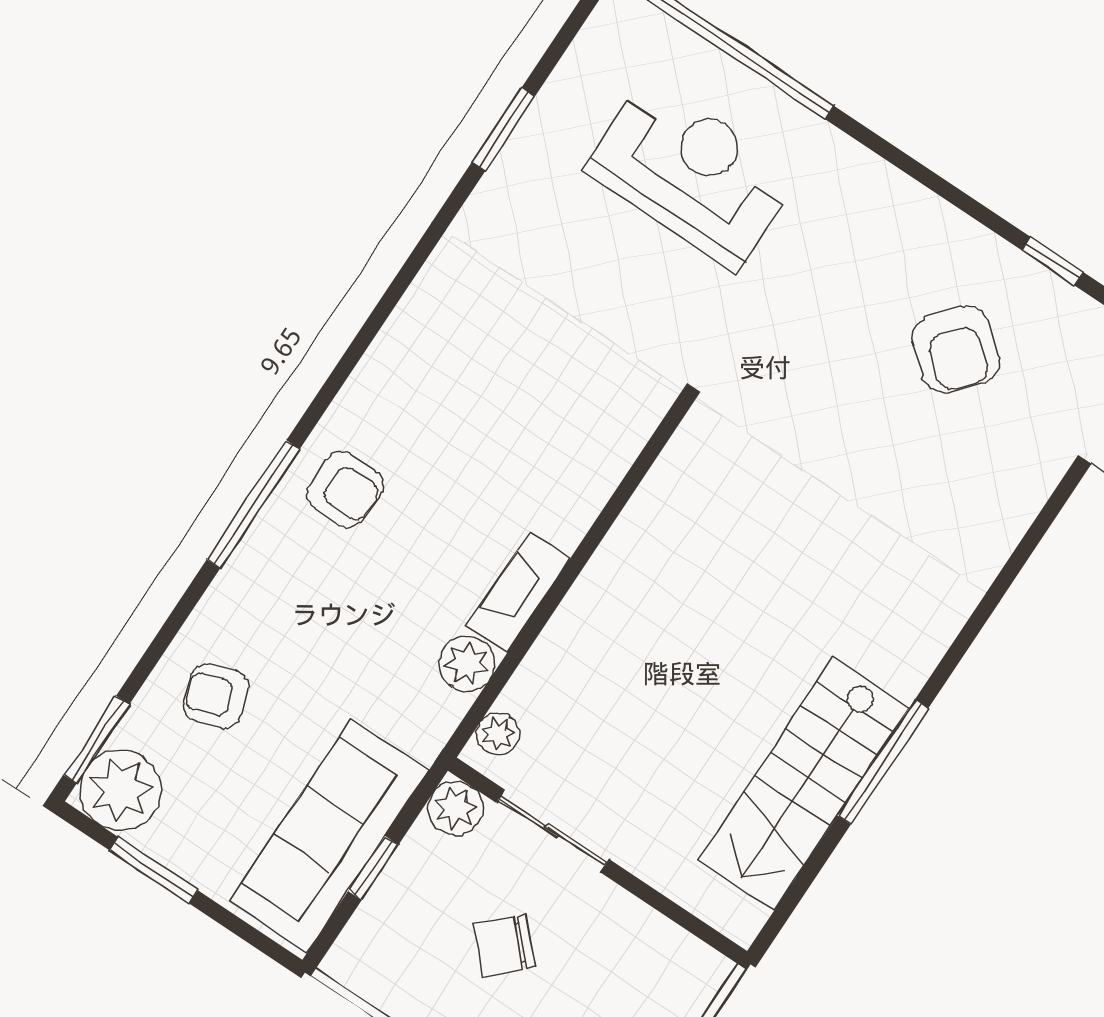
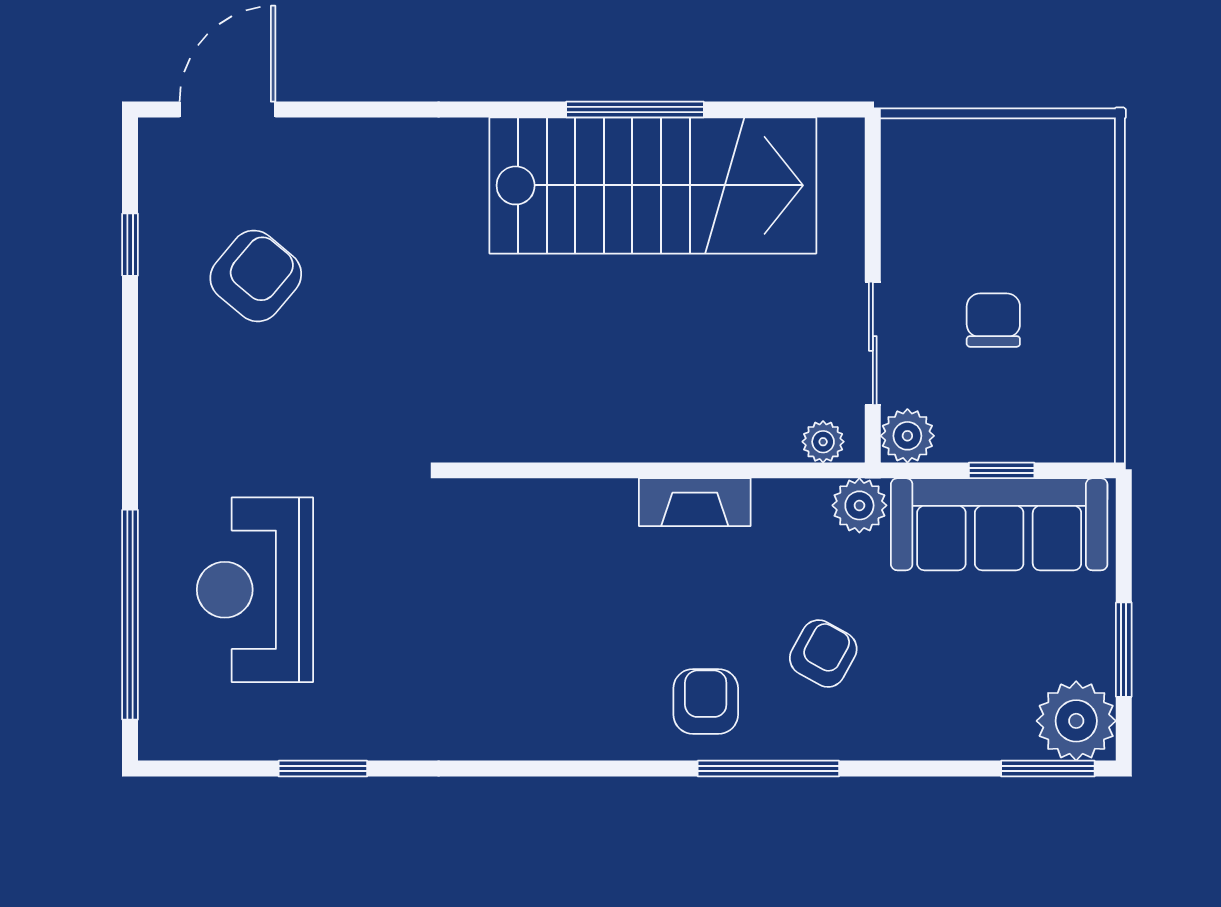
plant: (467, 664) -> (859, 505), moved
armchair: (216, 696) -> (823, 654), moved, turned -131
stairs: (804, 784) -> (653, 185), width x1.36, depth x1.51
chair: (504, 945) -> (993, 320), turned -136

